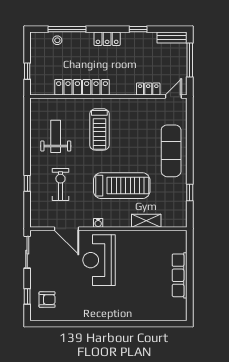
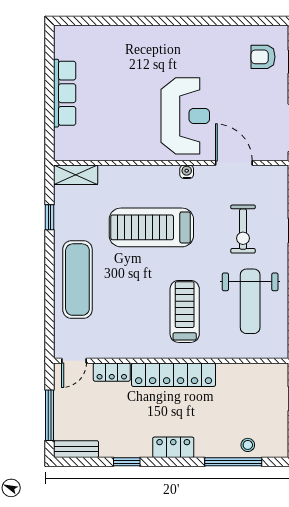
locker: (82, 87) -> (174, 375), moved
weight bench: (56, 136) -> (250, 301), width x1.36, depth x1.33
shelving: (146, 221) -> (76, 175), moved

